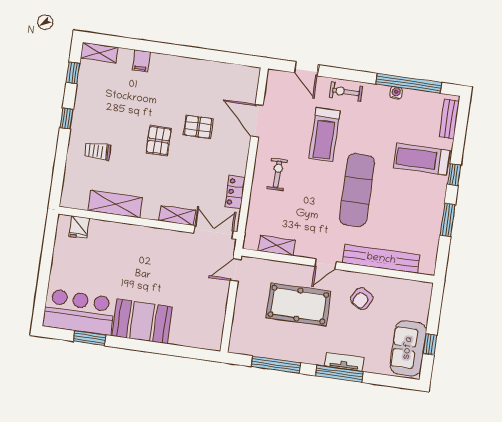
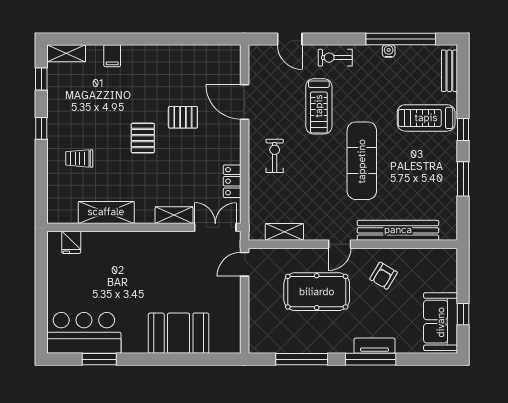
booth: (142, 321) -> (179, 333), moved

